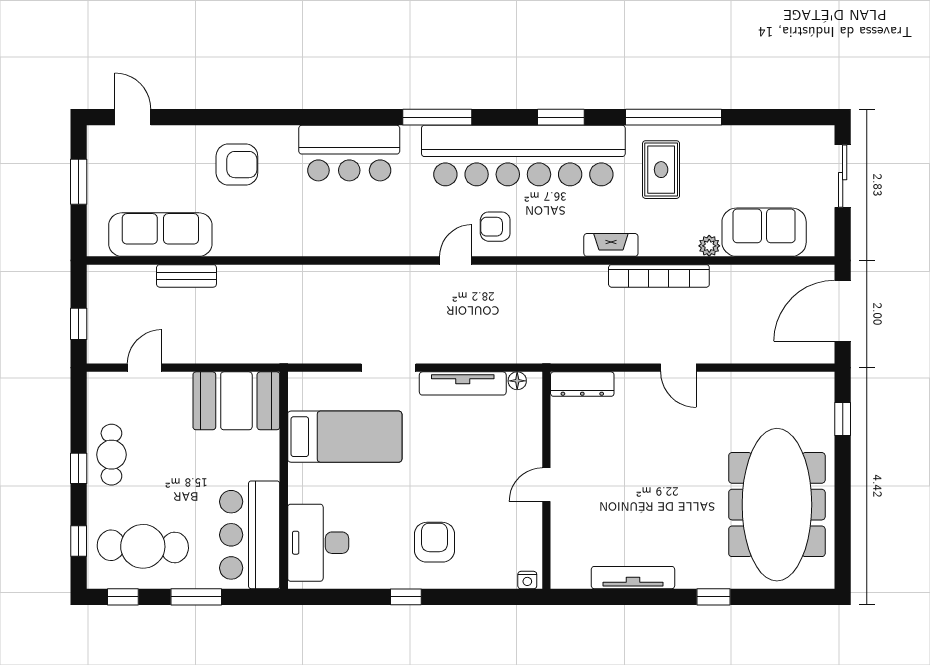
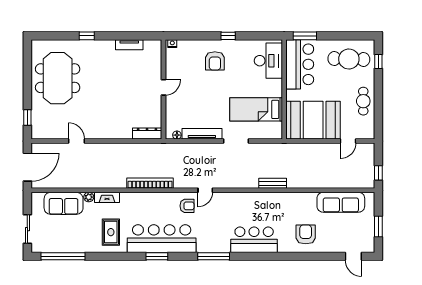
window: (674, 117) -> (63, 256), moved
bar counter: (523, 156) -> (162, 239), width x0.73
armchair: (237, 165) -> (306, 234), turned 90
fireplace: (611, 245) -> (107, 197), moved
bench: (186, 276) -> (273, 183), moved
bookcase: (659, 276) -> (150, 183), moved
window: (79, 324) -> (378, 173), moved
door: (678, 368) -> (77, 141), moved
booth: (236, 401) -> (313, 120), width x1.36, depth x1.42
window: (79, 468) -> (378, 95), removed
meeting table: (777, 505) -> (58, 78), width x0.73
tv unit: (633, 578) -> (129, 45), width x0.71
window: (123, 597) -> (358, 36), removed
window: (196, 597) -> (305, 36), moved

